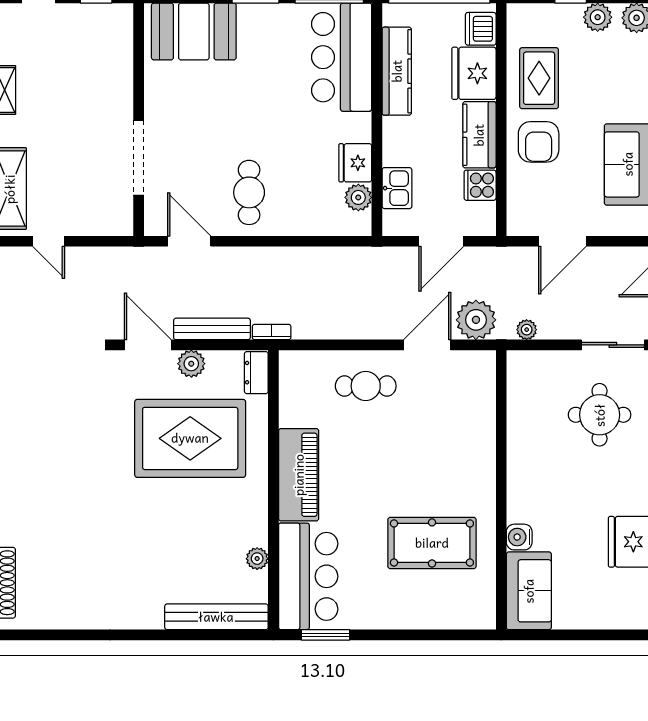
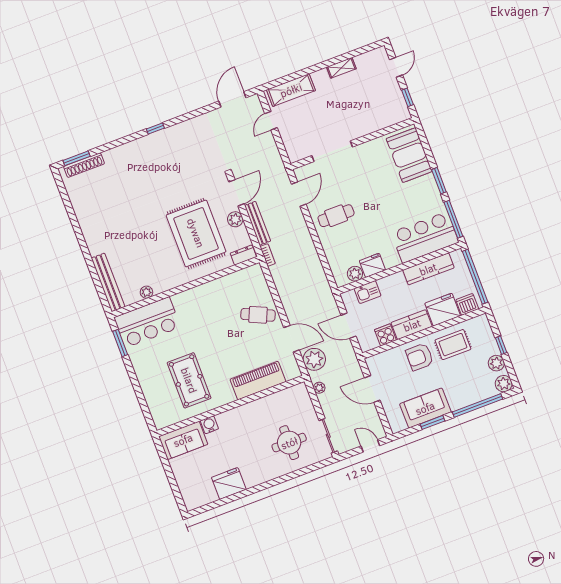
cafe table: (366, 386) -> (258, 315), turned -66
piano: (299, 475) -> (258, 381), moved, turned 180

